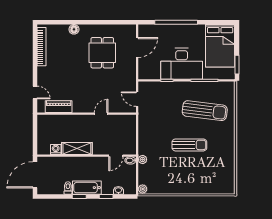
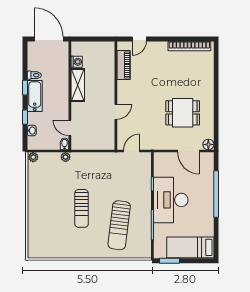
floor lamp: (74, 29) -> (208, 144), moved
bed: (220, 46) -> (190, 247), width x0.67
door: (101, 114) -> (116, 112), hinge flipped

